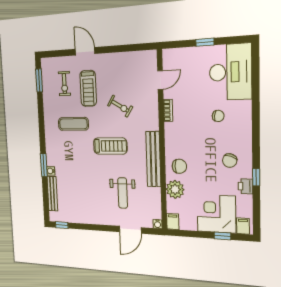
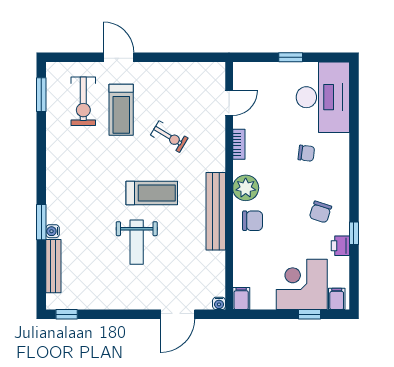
exercise bike: (64, 84) -> (83, 101), width x1.38, depth x1.39
exercise mat: (73, 124) -> (95, 160), removed
plant: (175, 189) -> (246, 188), moved
weight bench: (123, 193) -> (137, 242), moved

